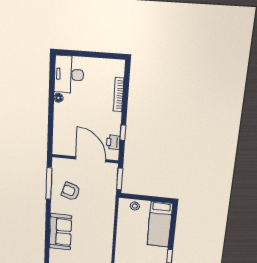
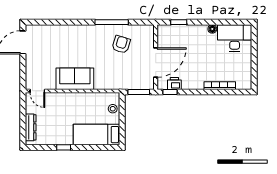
window: (50, 132) -> (179, 22), added
window: (123, 133) -> (170, 92), moved
window: (49, 183) -> (112, 22), moved
sofa: (60, 232) -> (75, 79), moved, turned 180

